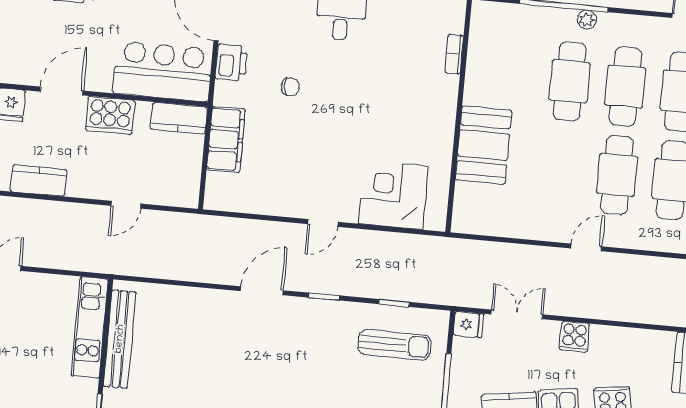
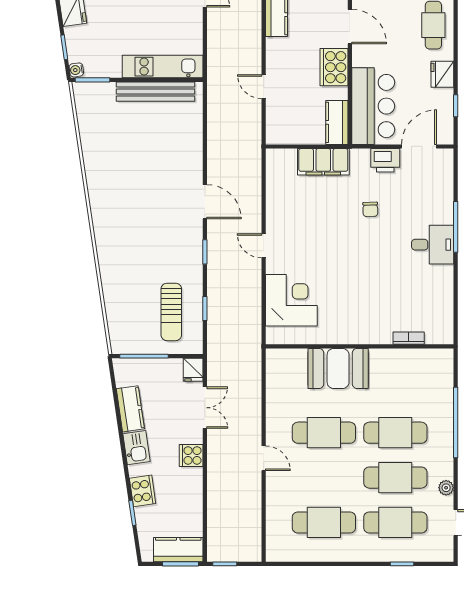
plant: (587, 20) -> (446, 488), moved
cafe table: (617, 175) -> (324, 433), moved

